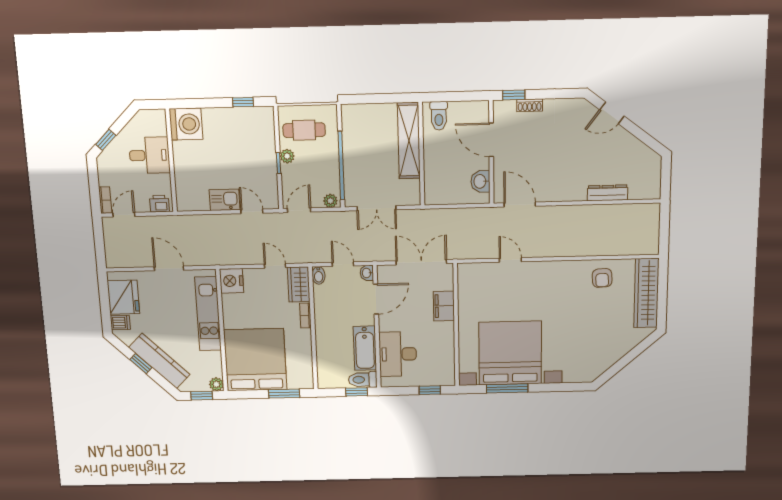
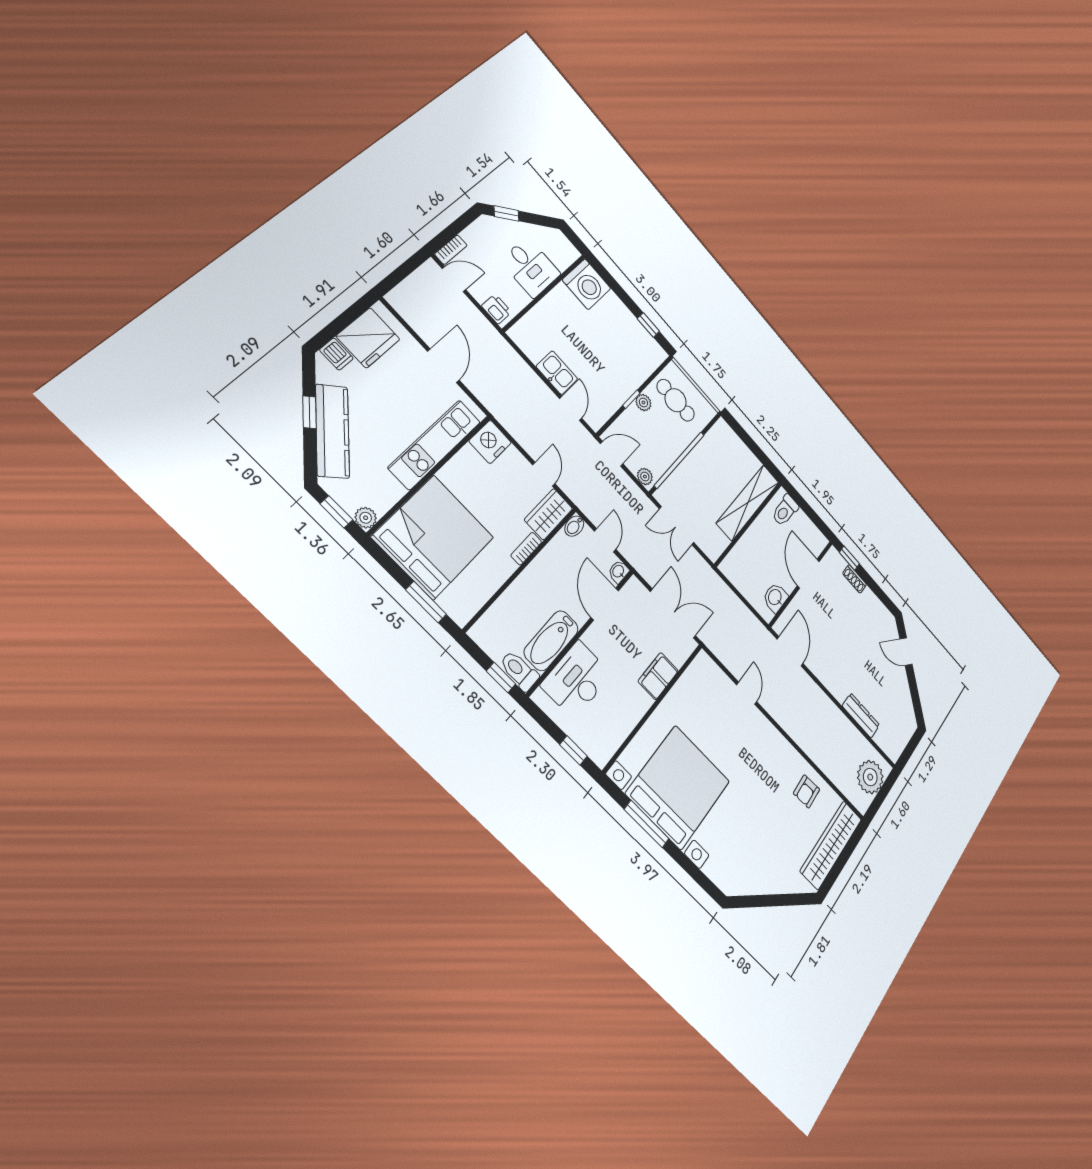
plant: (646, 225) -> (870, 777), added
door: (376, 299) -> (605, 604), swing flipped

